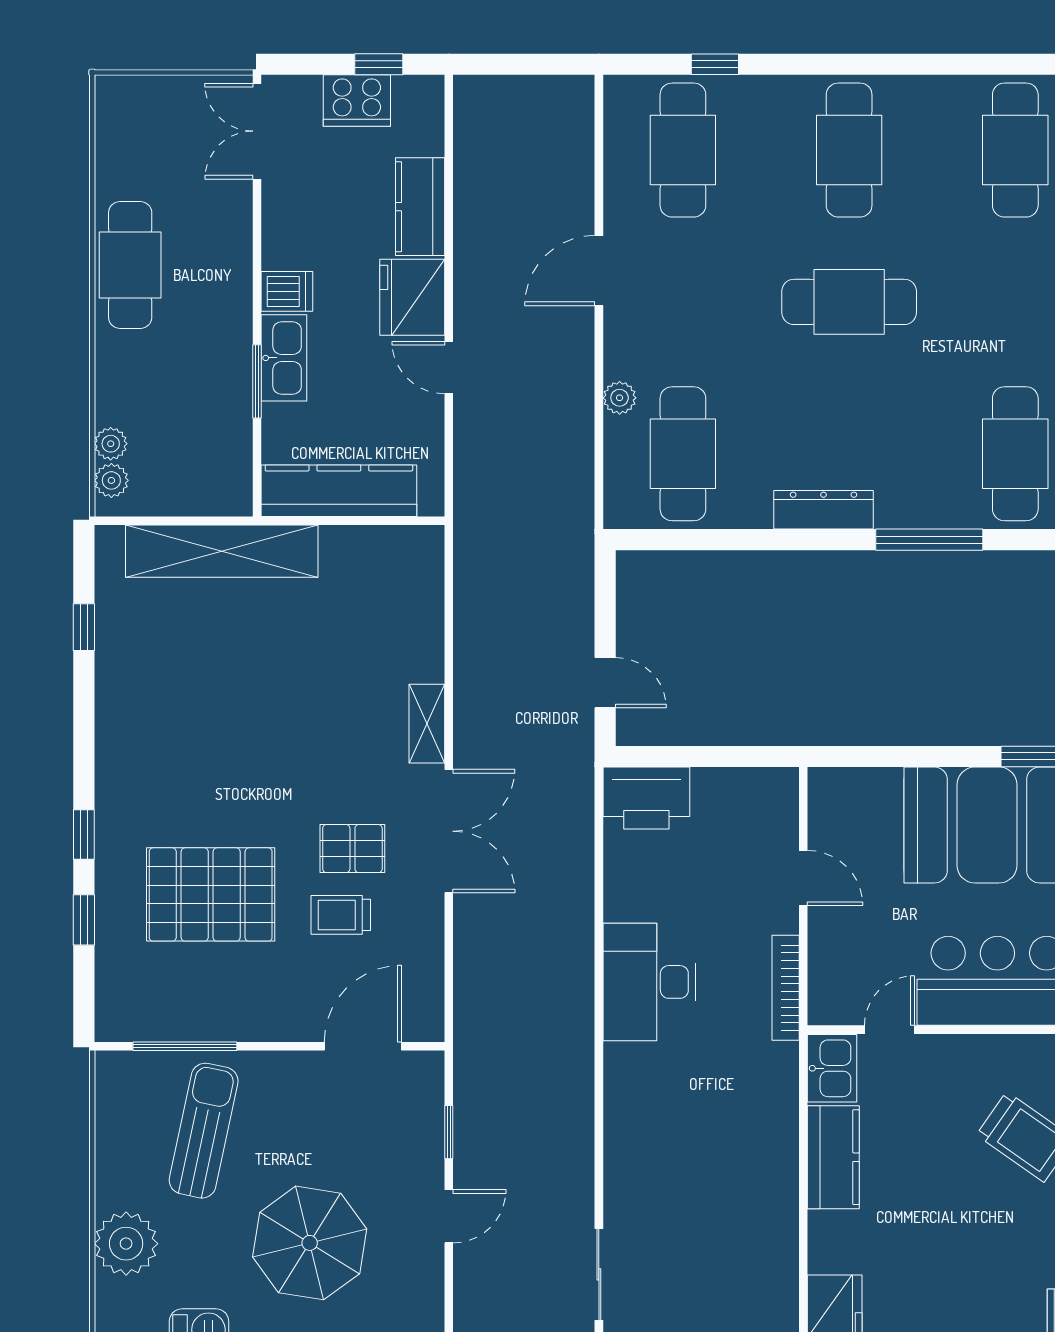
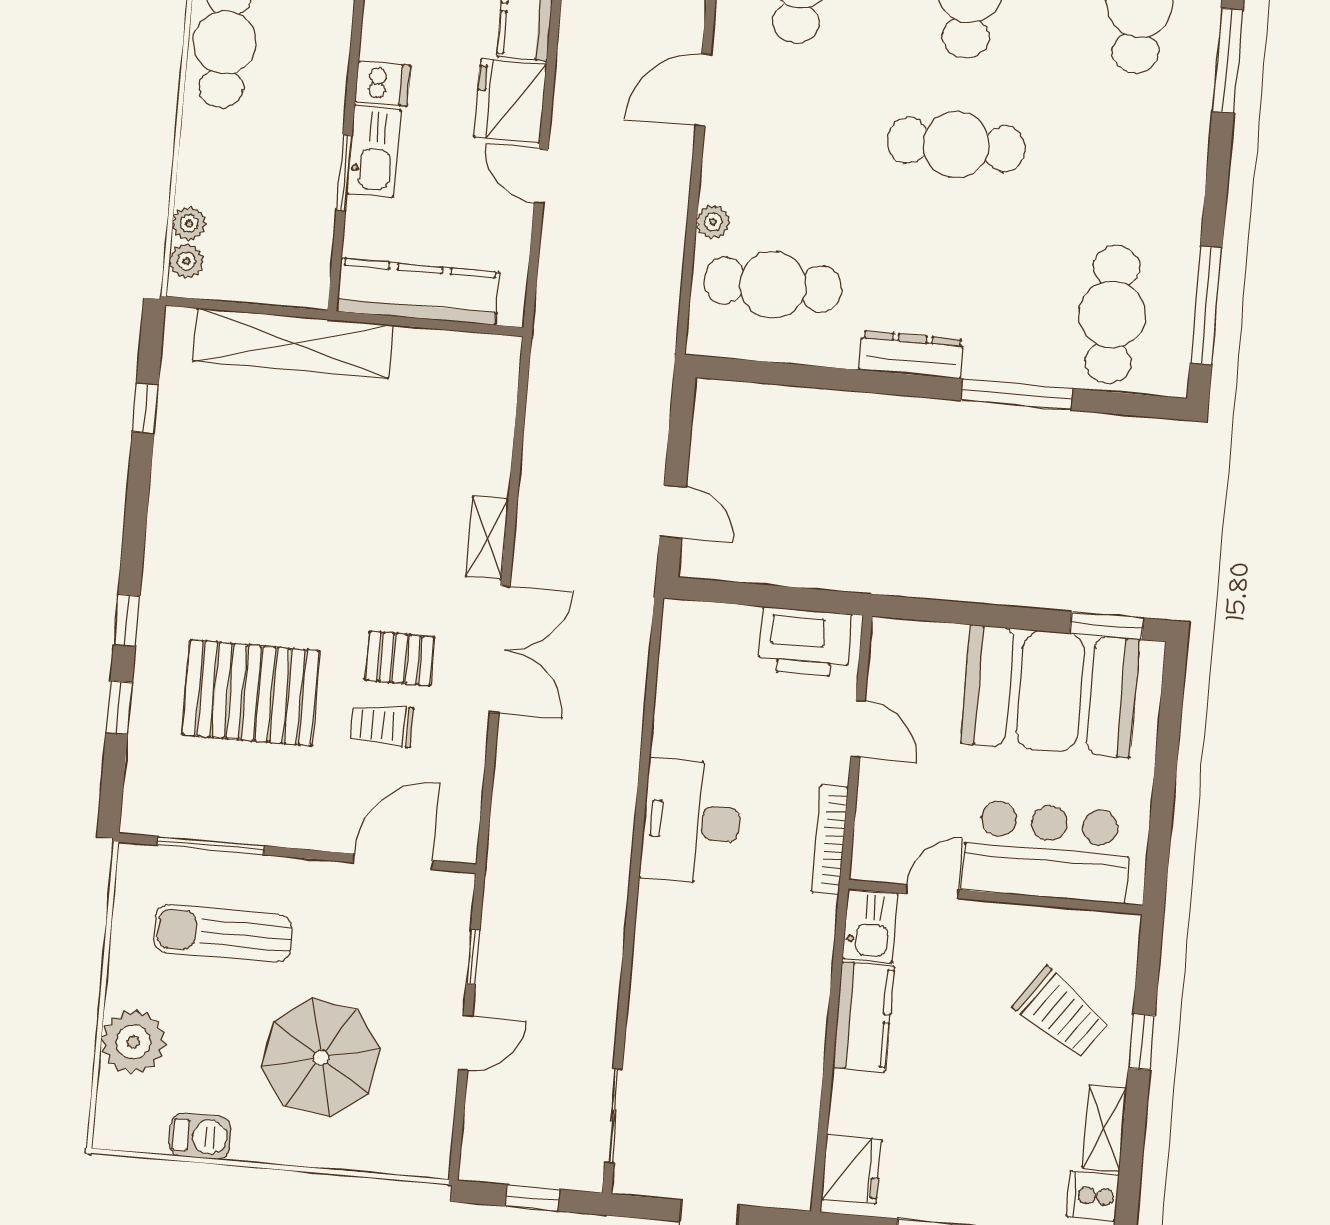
cafe table: (683, 454) -> (773, 285), turned 90
printer: (646, 798) -> (805, 642), moved
sun lounger: (204, 1131) -> (223, 933), turned -102

